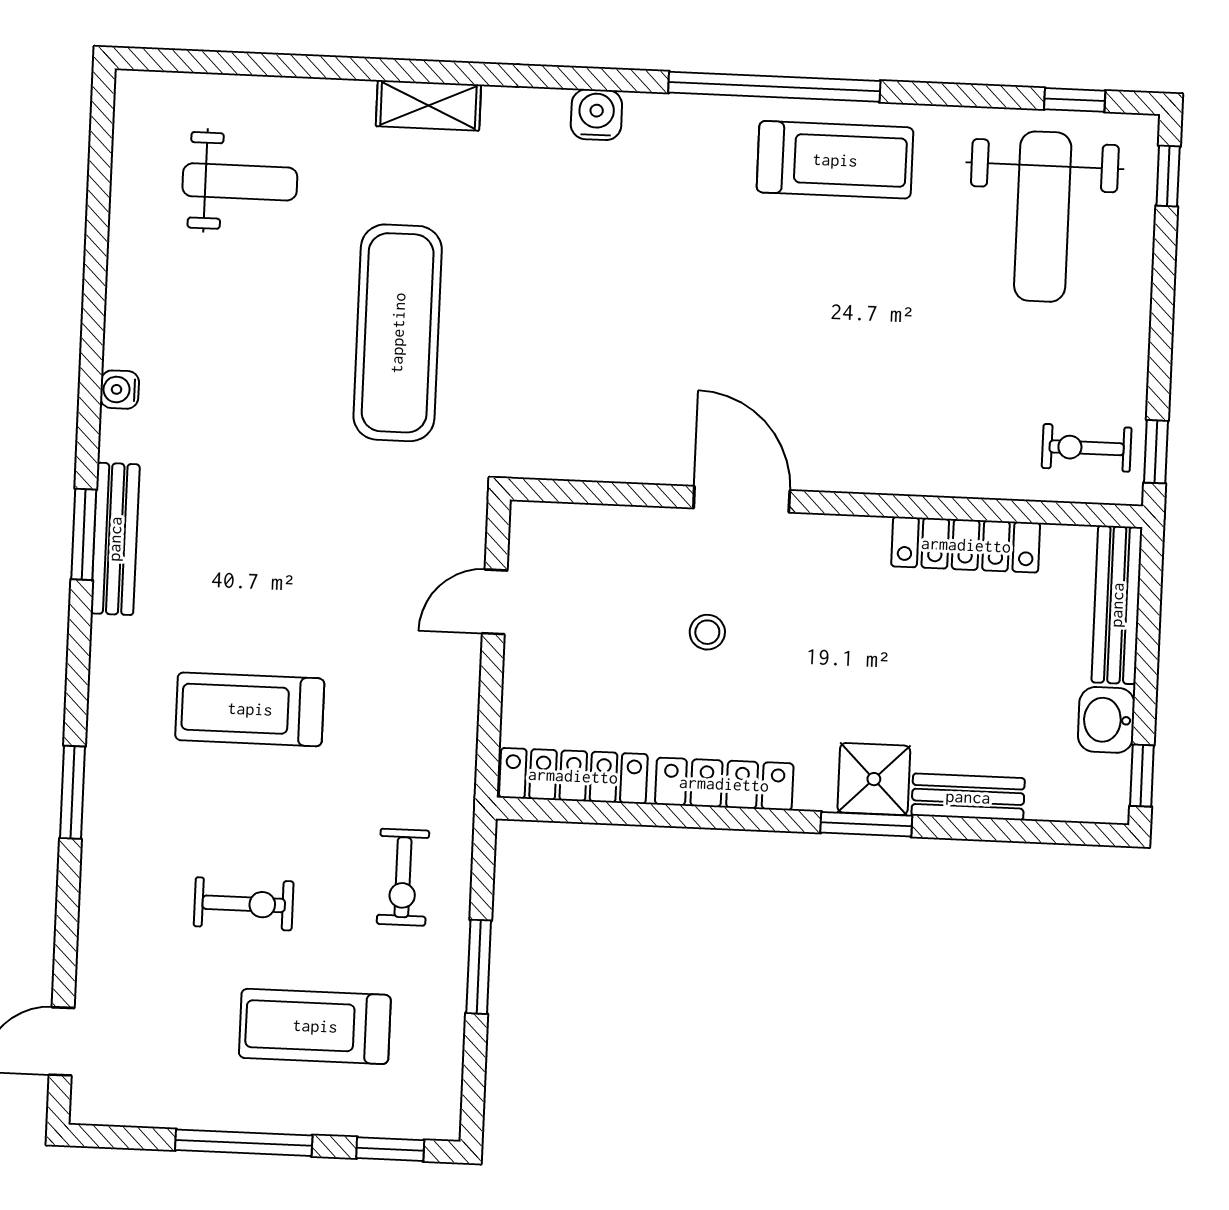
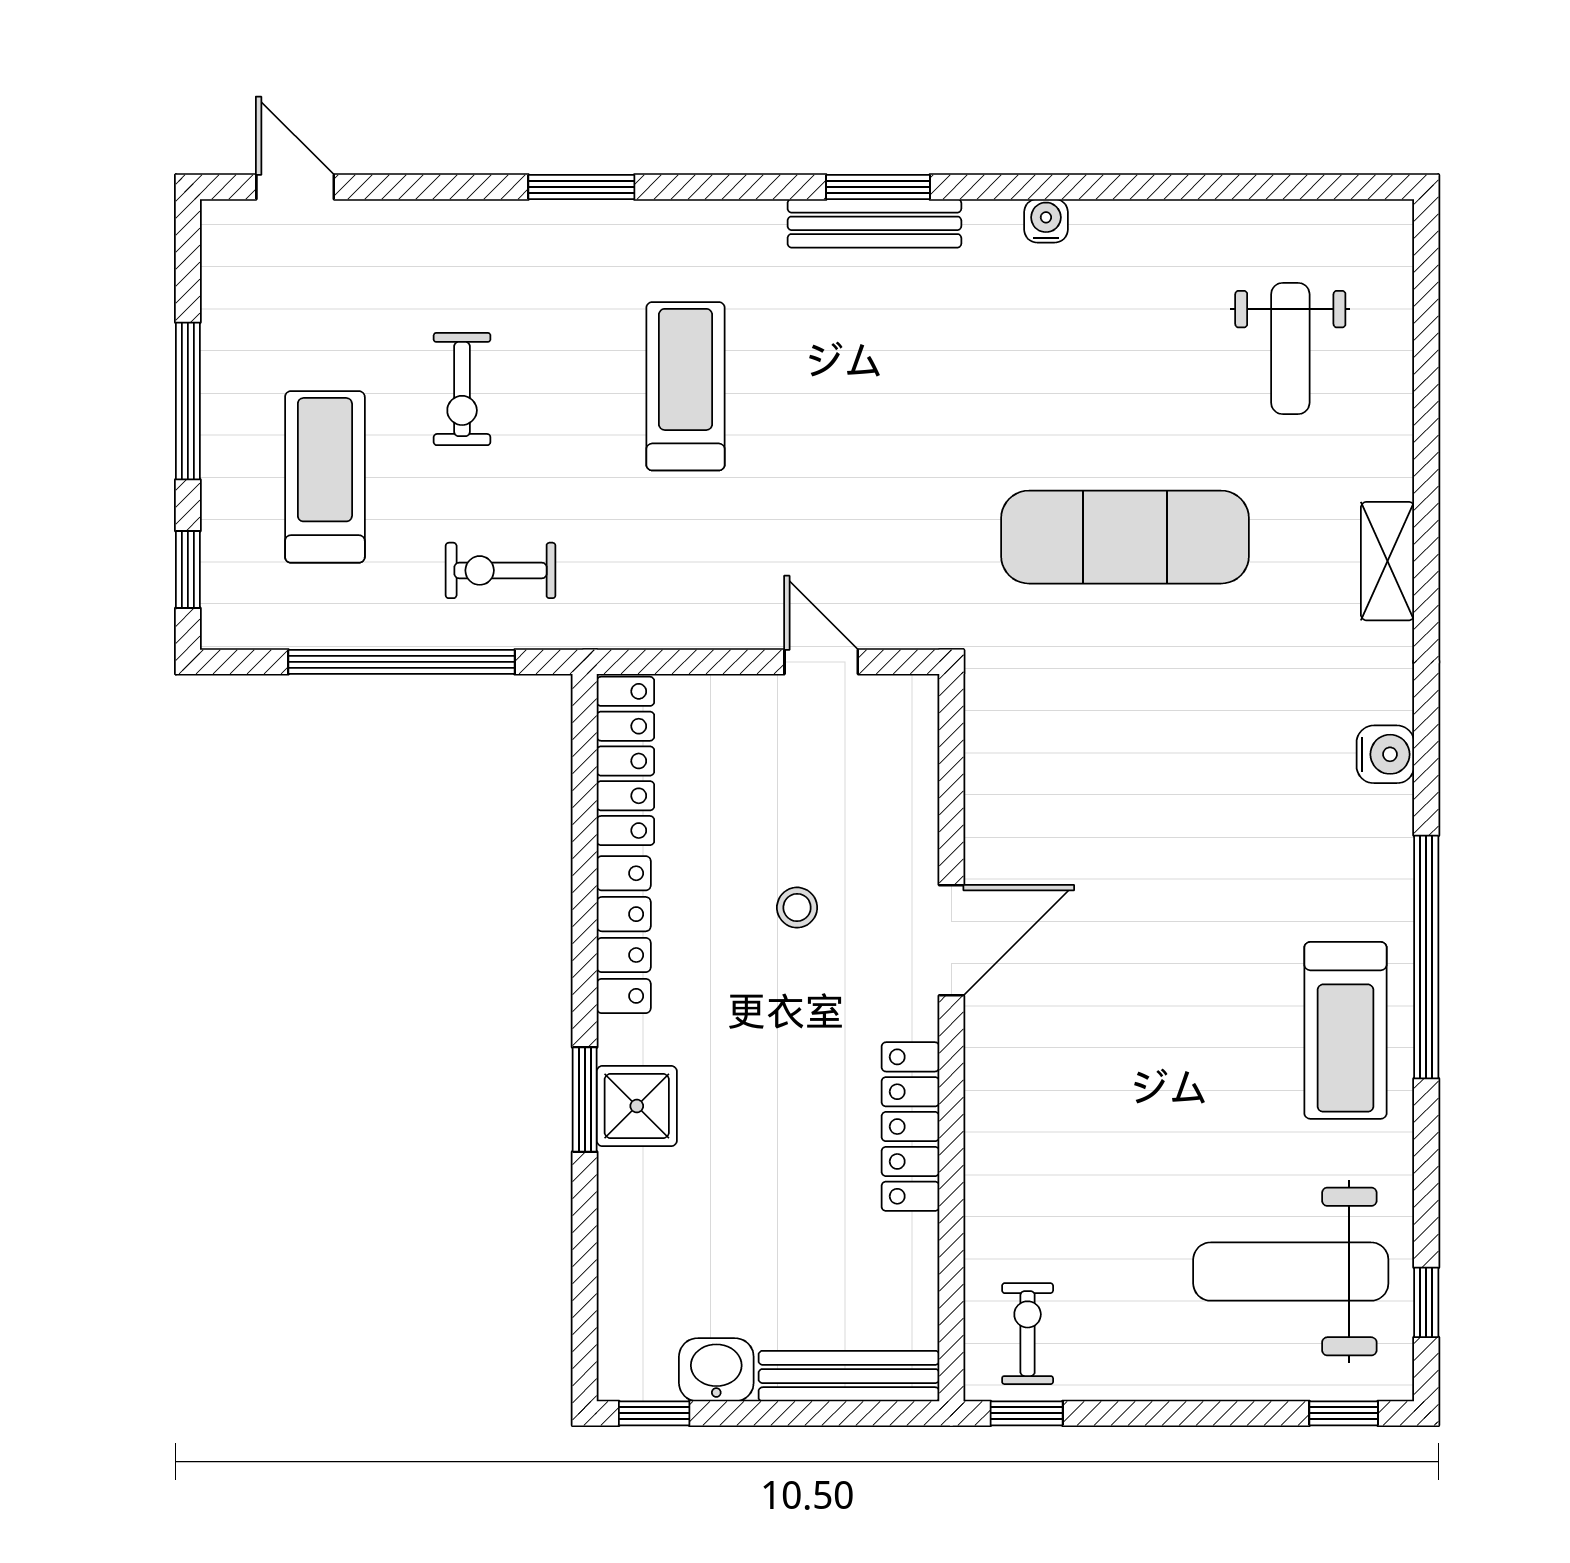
locker: (966, 545) -> (910, 1127), moved
bench: (968, 797) -> (621, 1215), removed
window: (479, 967) -> (402, 662), width x2.11

